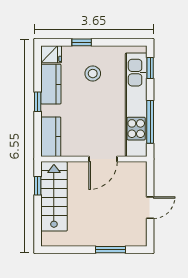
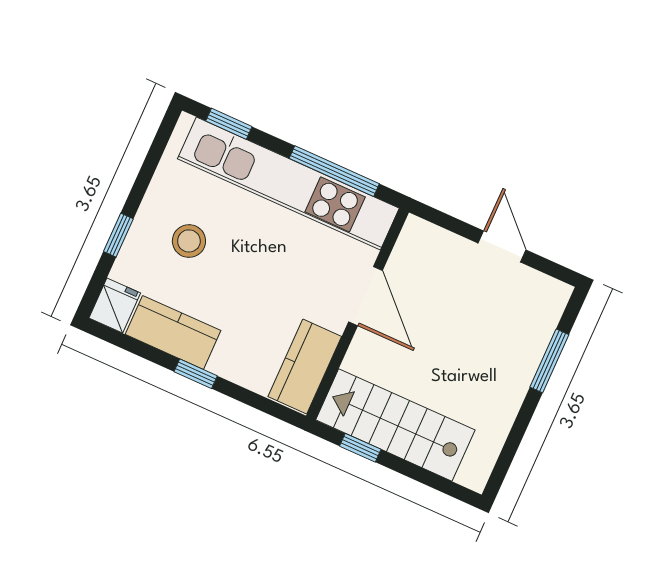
kitchen counter: (51, 137) -> (305, 367), moved, turned -90

